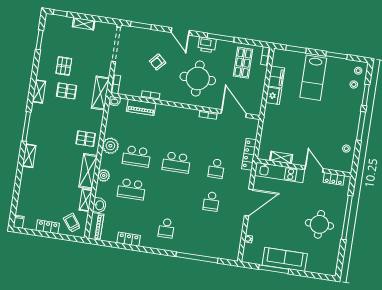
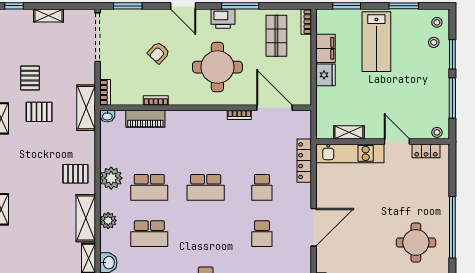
shelving: (281, 158) -> (349, 132), moved
wall: (304, 168) -> (383, 141), moved
door: (314, 169) -> (397, 141), moved
kitchen unit: (280, 173) -> (350, 153), moved
locker: (334, 179) -> (426, 151), moved

